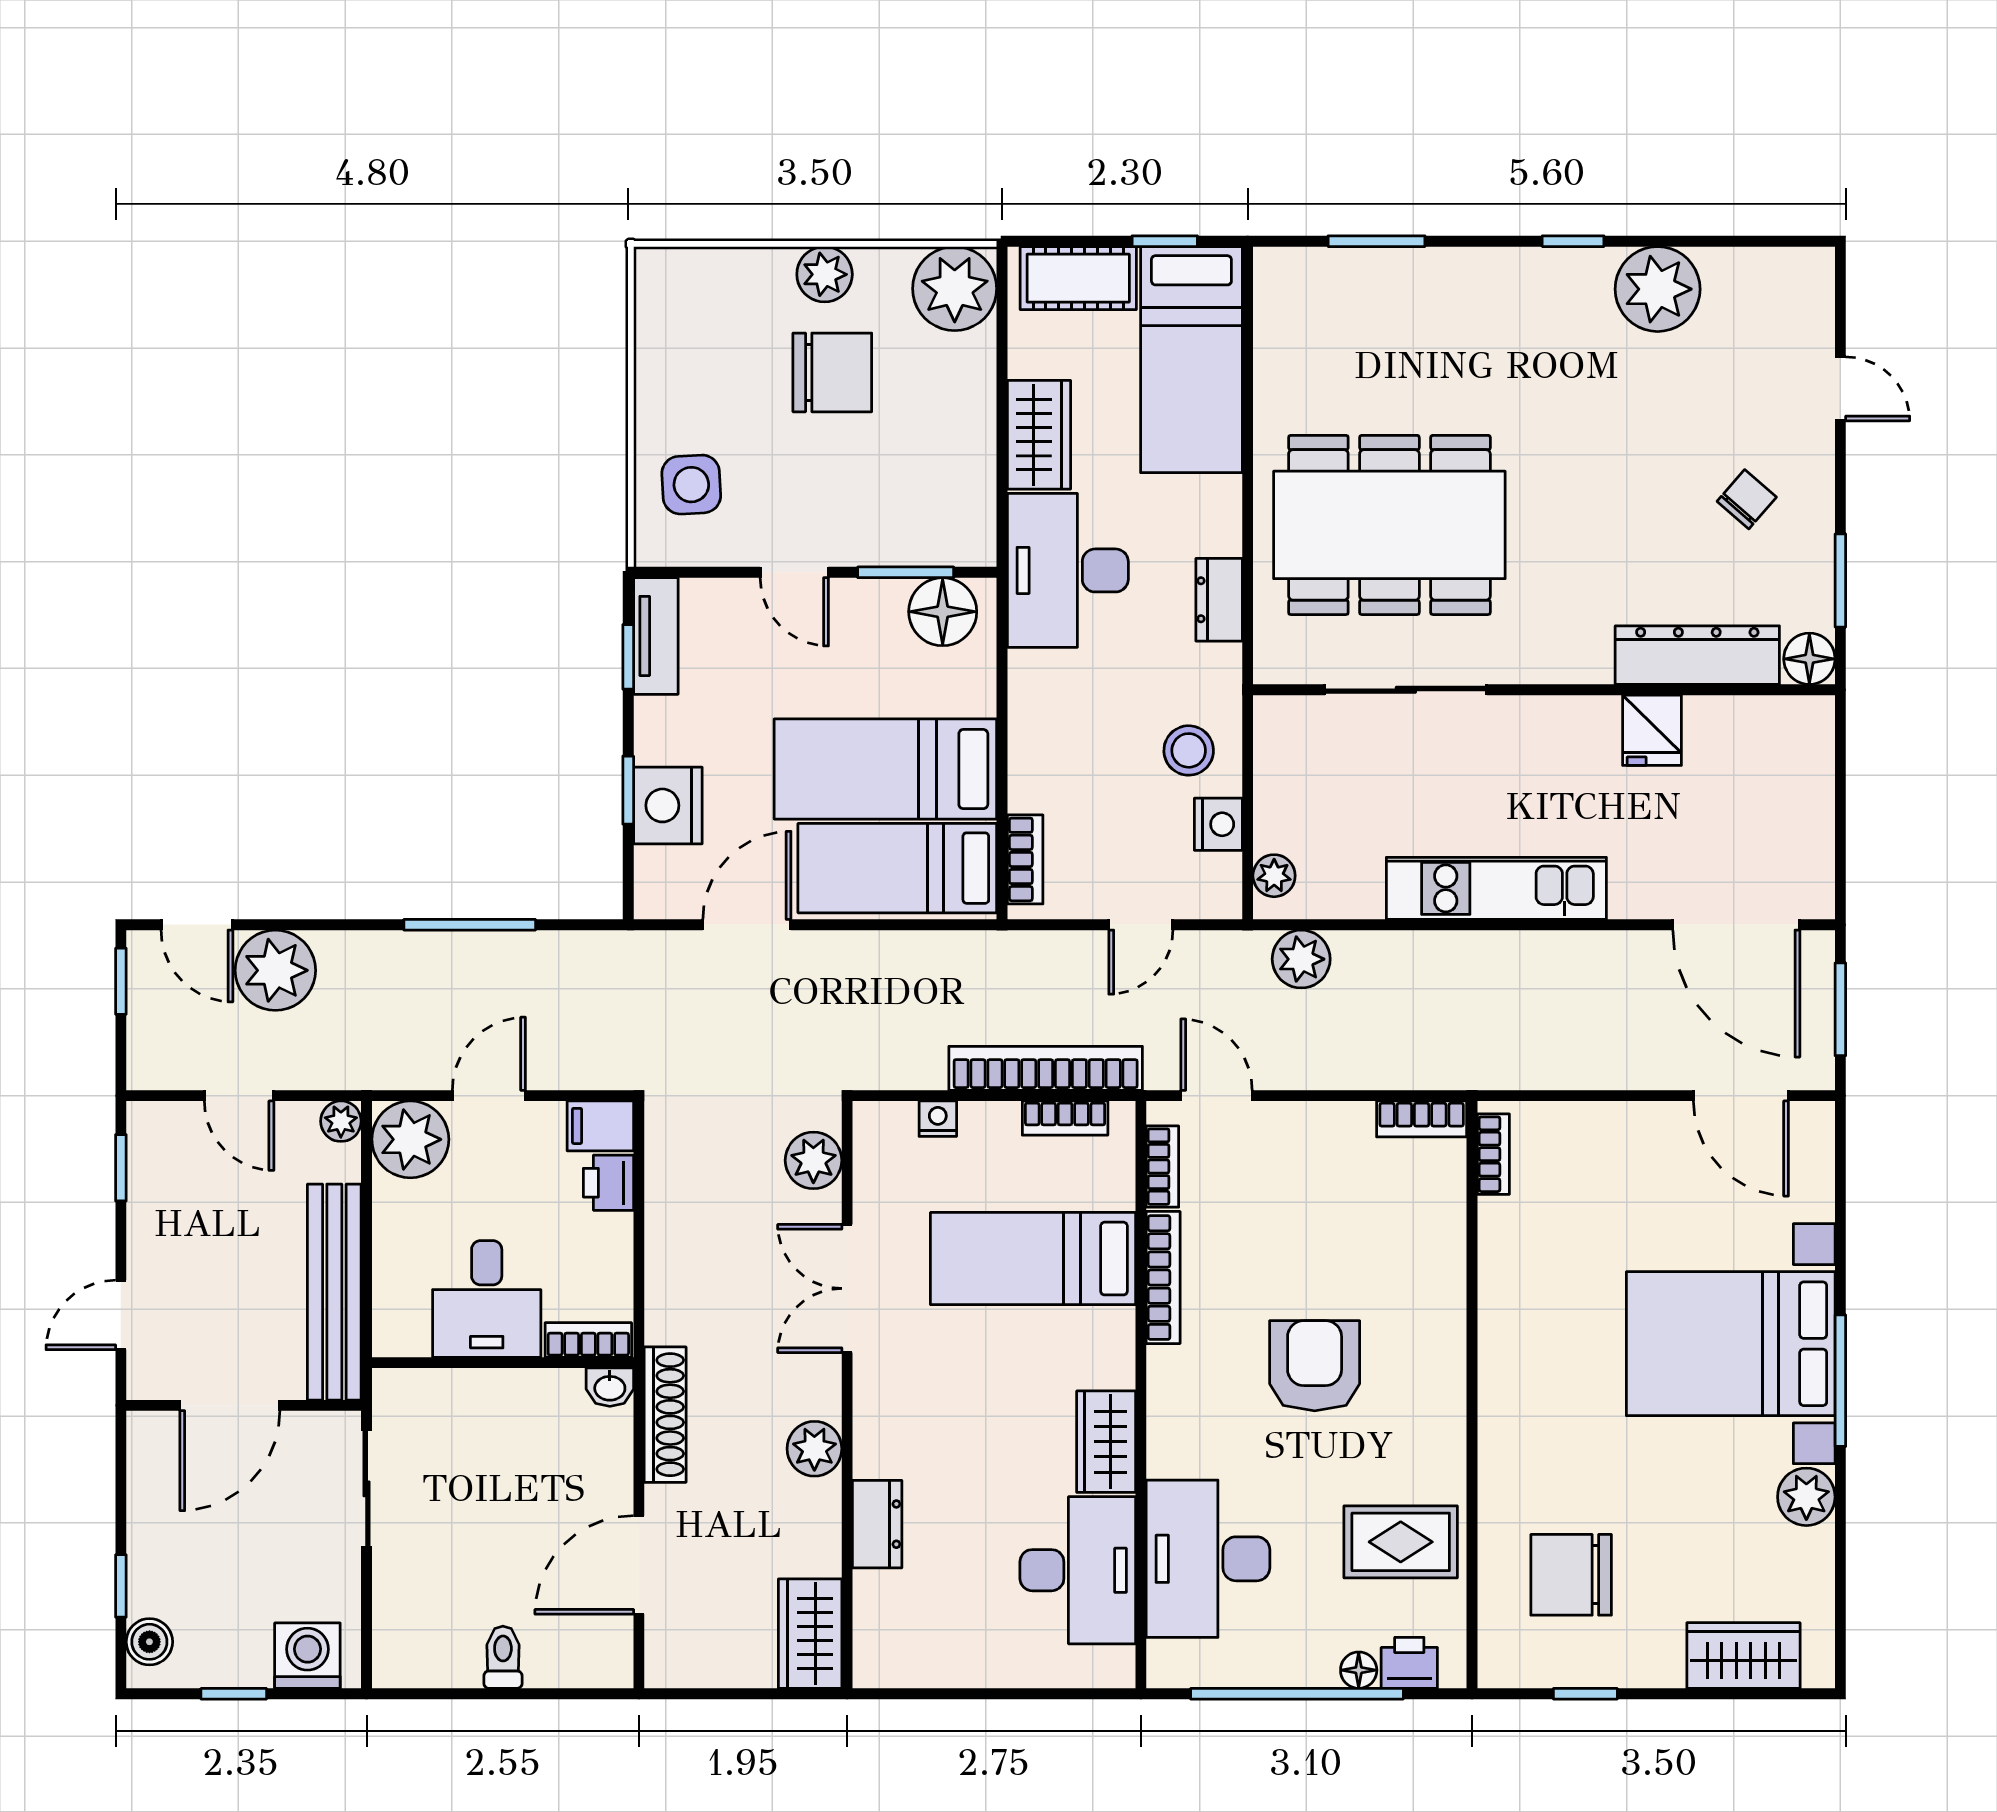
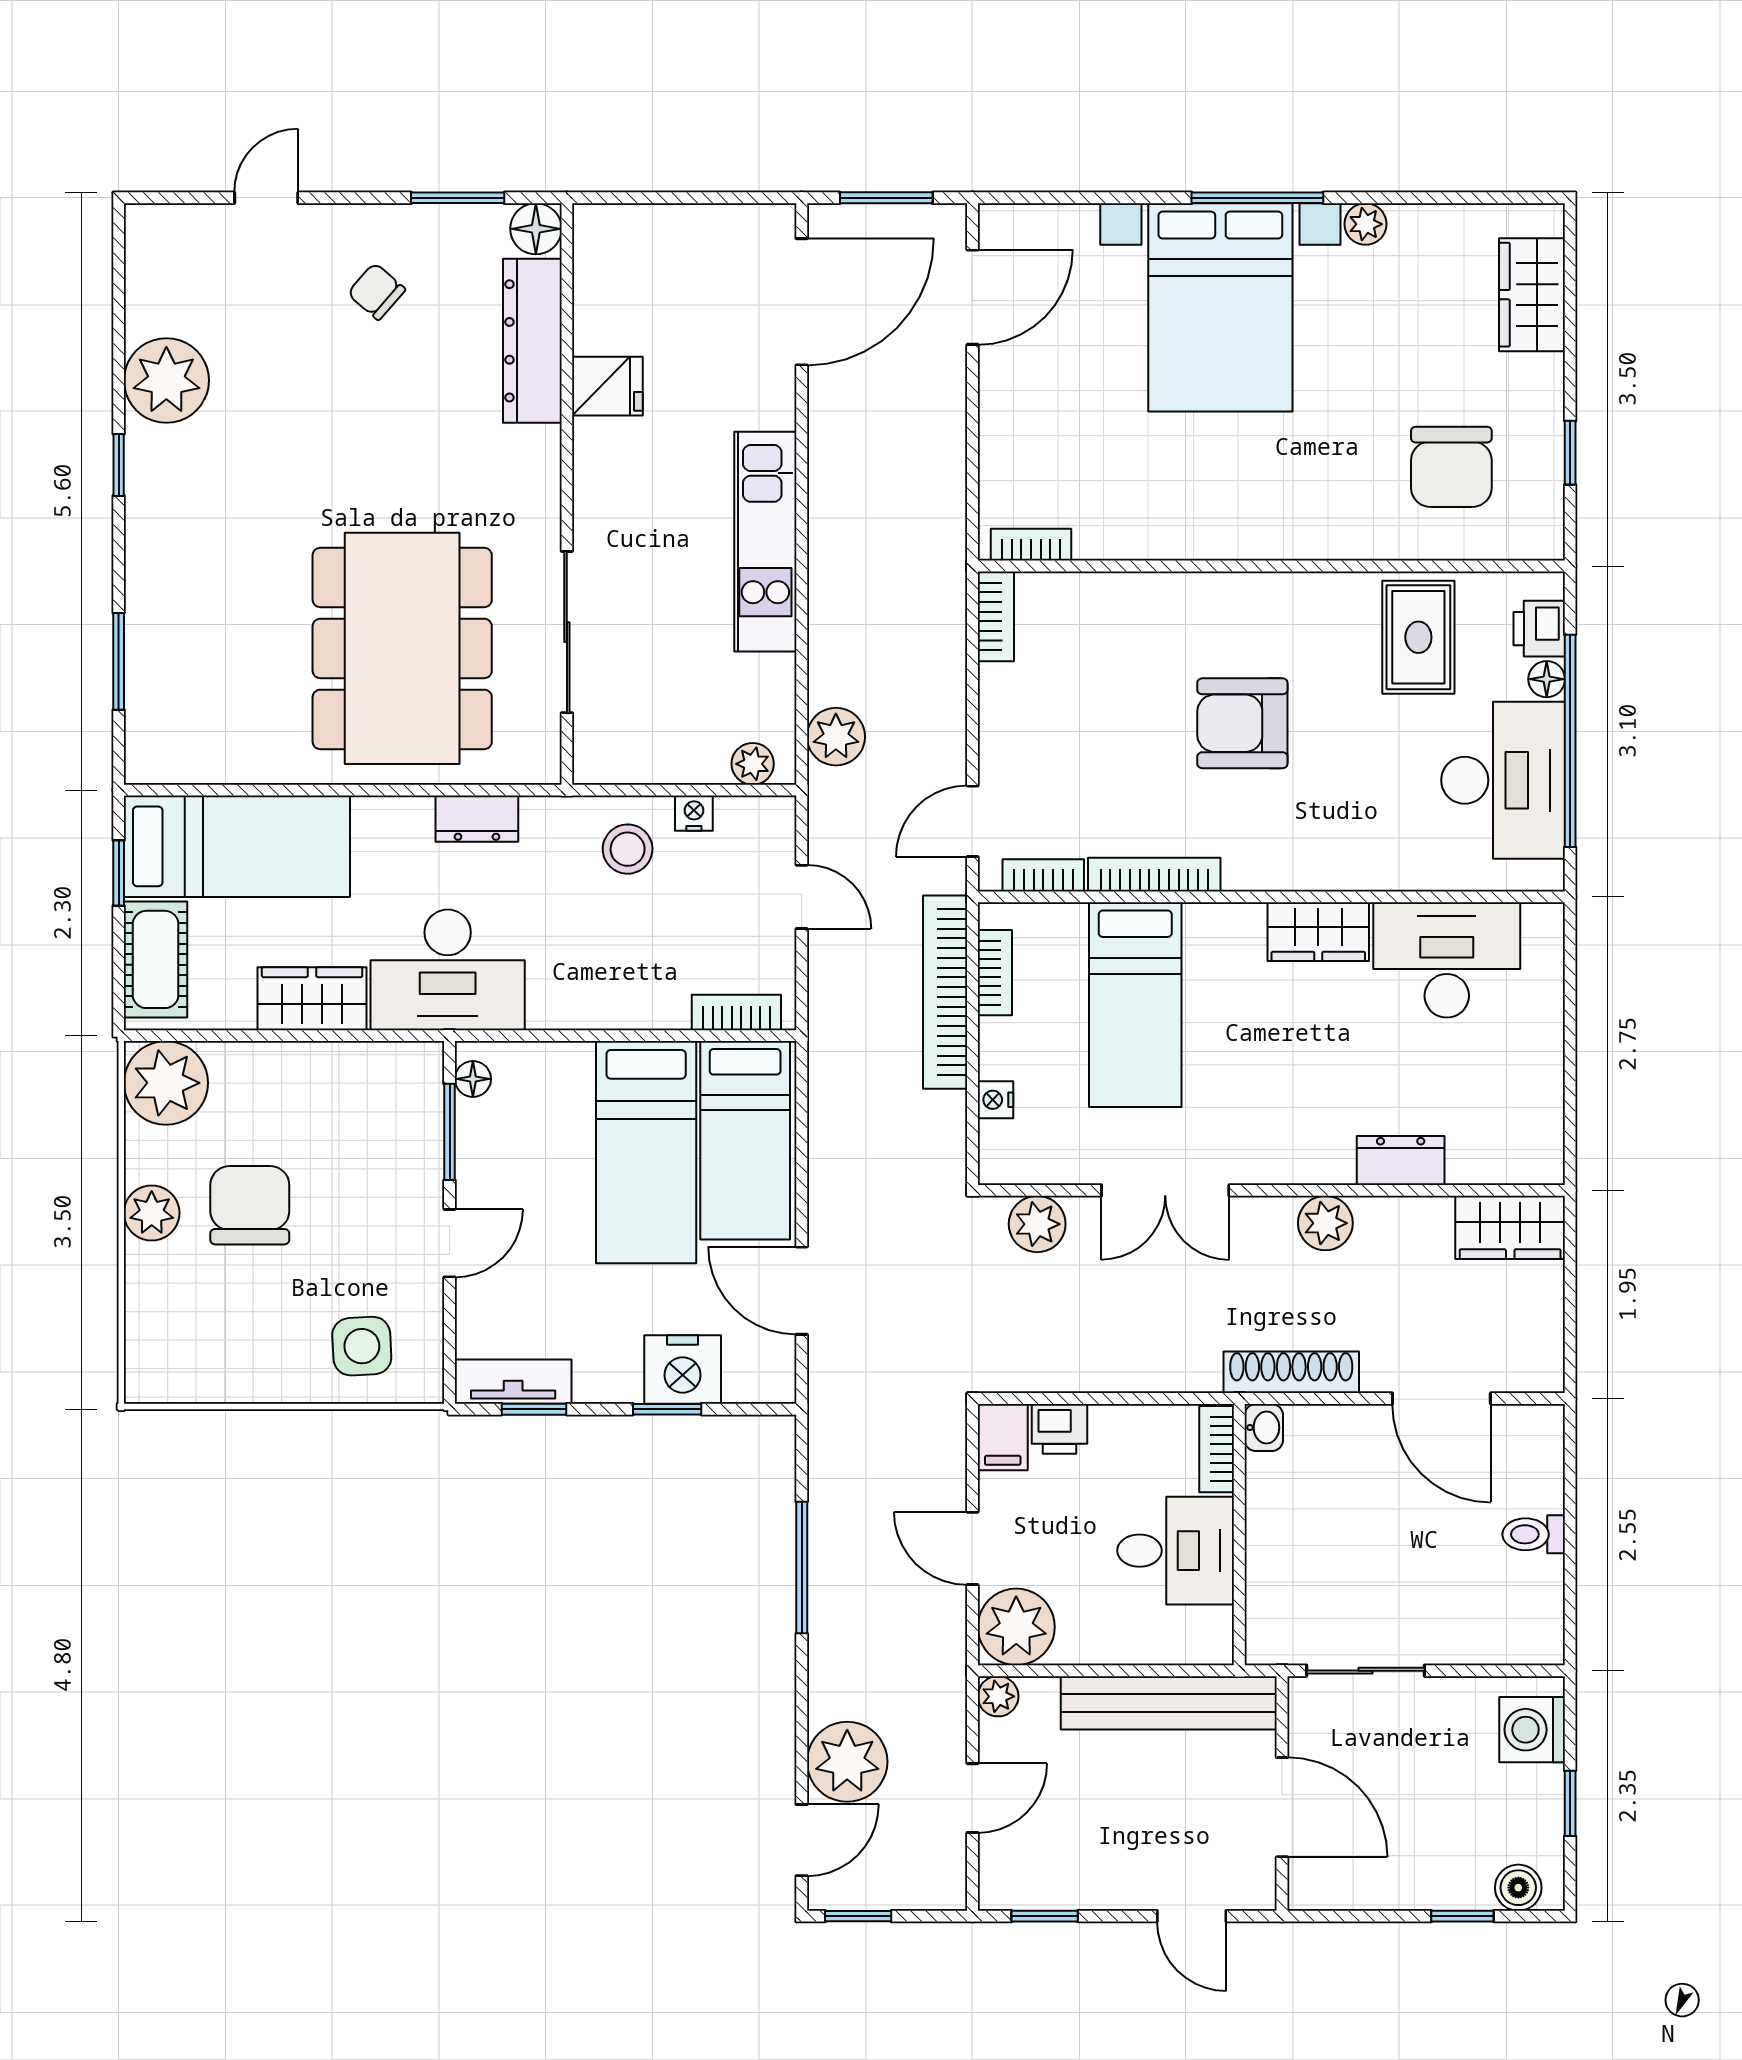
floor lamp: (943, 612) -> (473, 1079), width x0.53, depth x0.53
nightstand: (1218, 824) -> (694, 813), width x0.72, depth x0.74
plant: (1806, 1497) -> (1365, 224), width x0.73, depth x0.73
desk: (1208, 1559) -> (1503, 780), moved, turned -90

